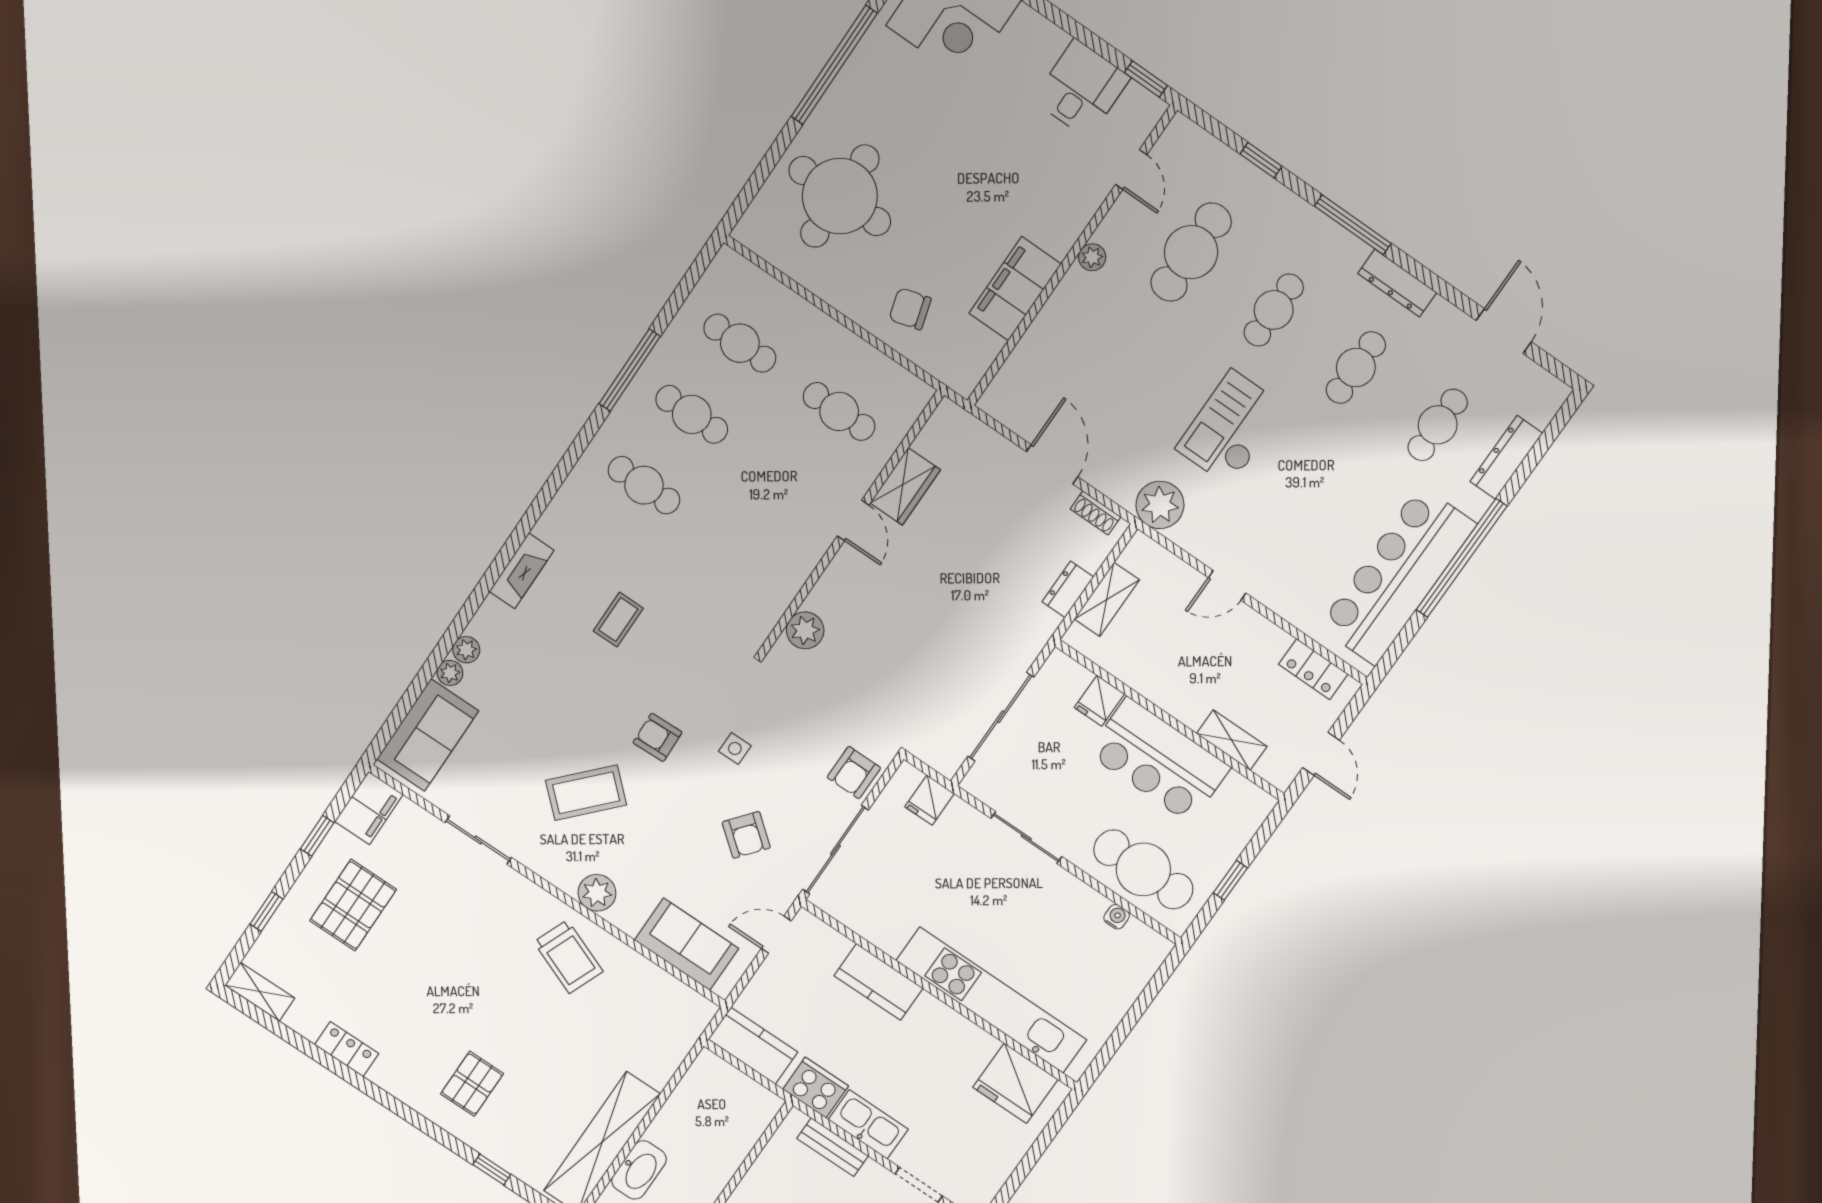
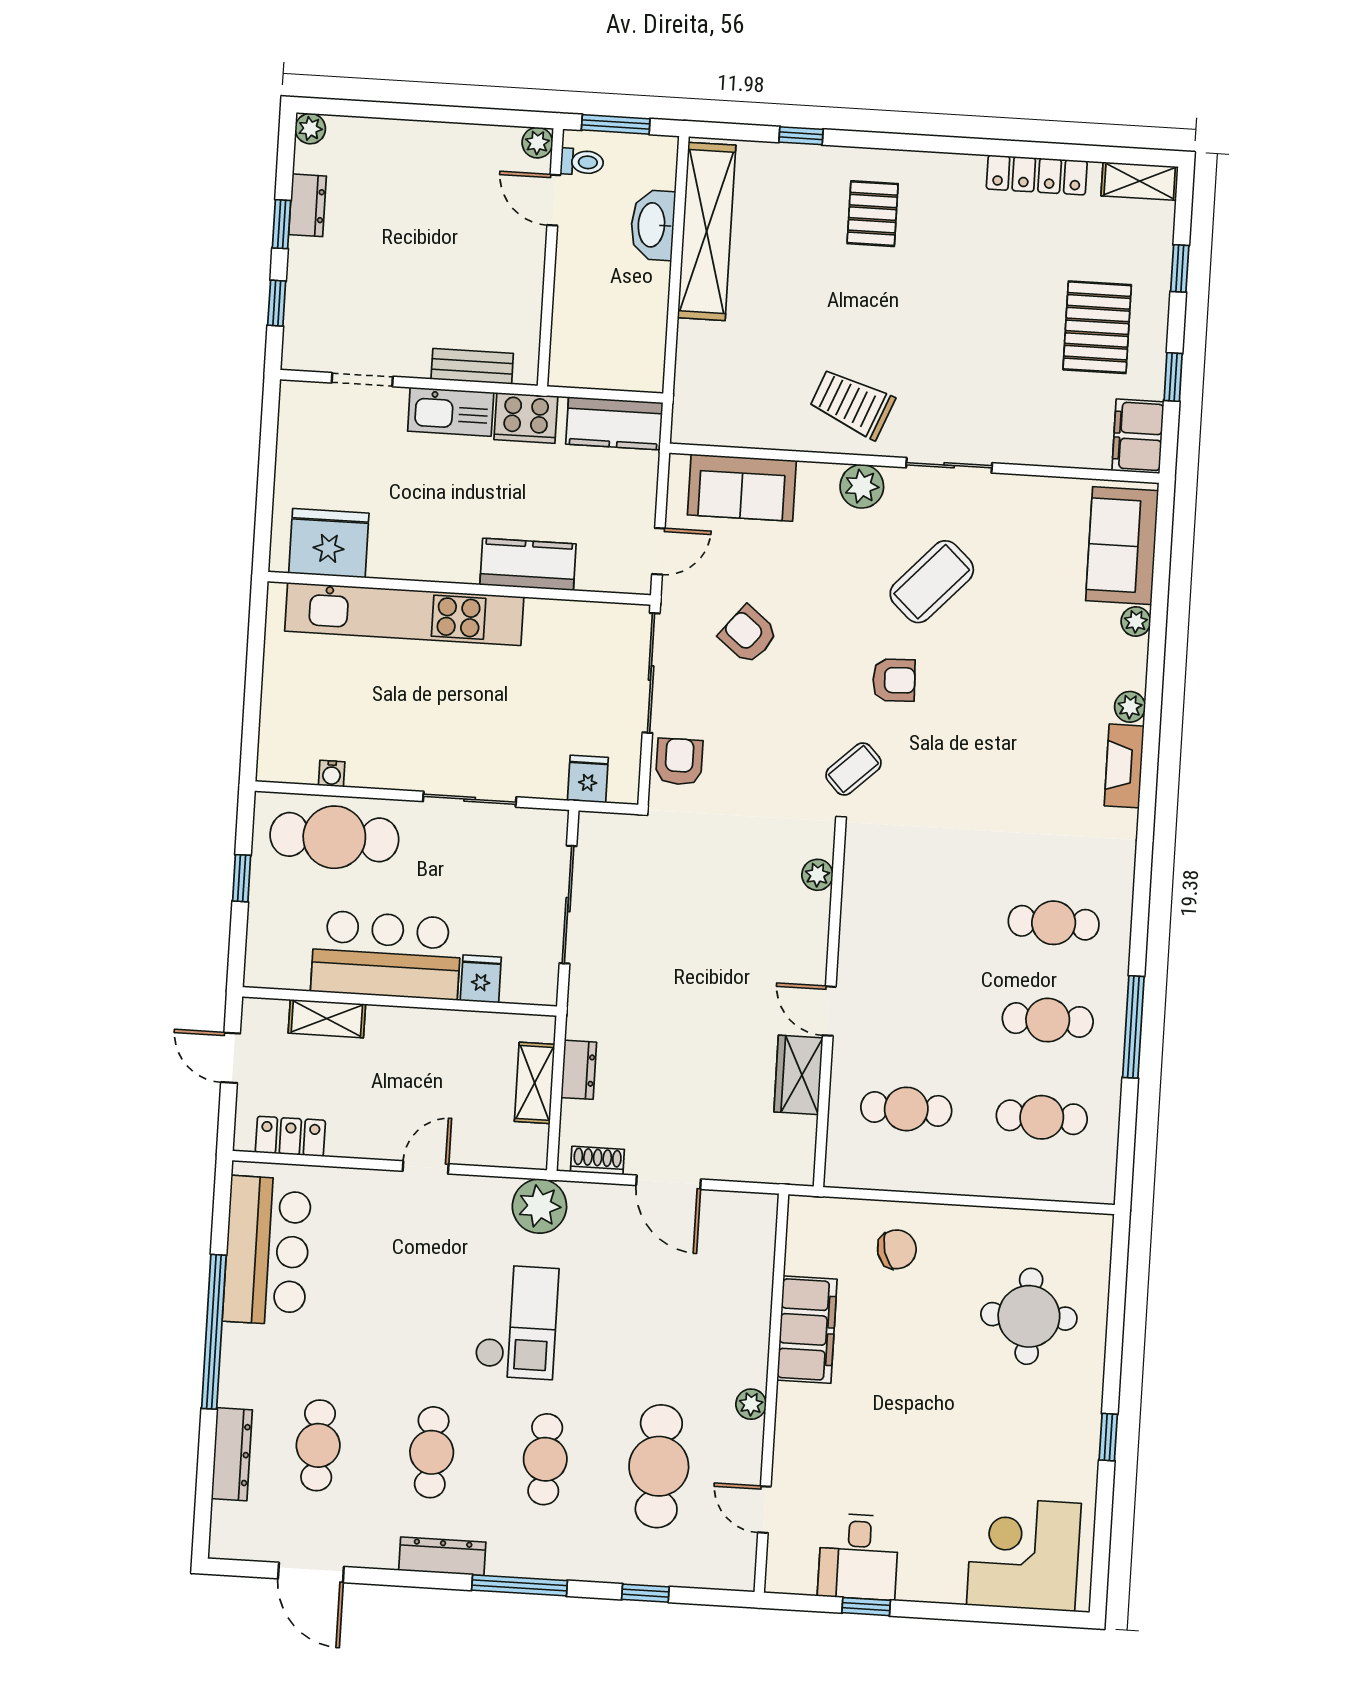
window: (834, 65) -> (1108, 1437), width x0.32
window: (1146, 79) -> (866, 1607), moved
round table: (840, 196) -> (1029, 1316), width x0.73, depth x0.73
bar counter: (1397, 576) -> (267, 1251), width x0.73
coffee table: (618, 620) -> (854, 769), moved, turned 47
plant: (805, 630) -> (817, 875), width x0.73, depth x0.73
plant: (466, 650) -> (1130, 707), moved
side table: (735, 749) -> (811, 715), removed
sliding door: (478, 840) -> (949, 465), moved
locker: (347, 1049) -> (1037, 175), width x1.53

